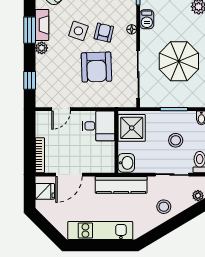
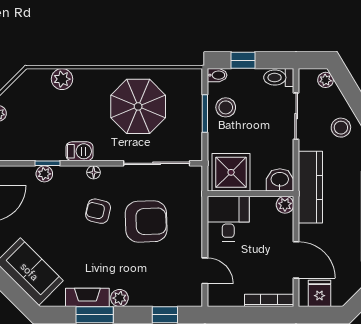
side table: (78, 31) -> (96, 247), removed
stool: (176, 140) -> (226, 107), moved
plant: (108, 167) -> (285, 205), added

